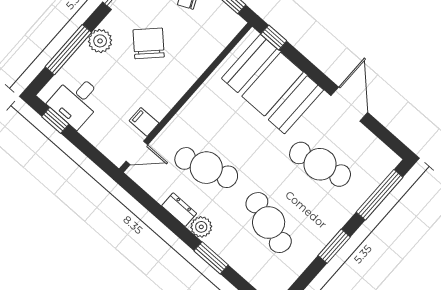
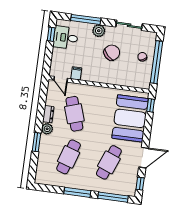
window: (387, 137) -> (140, 184), added
cafe table: (320, 164) -> (109, 162), turned 33
window: (334, 246) -> (77, 192), width x1.44

